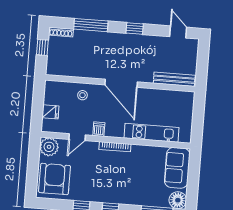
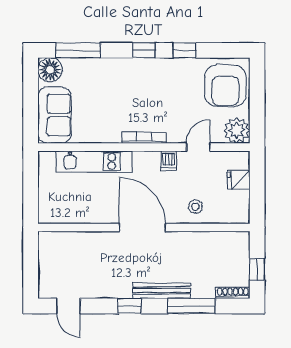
bench: (174, 79) -> (162, 291), moved

